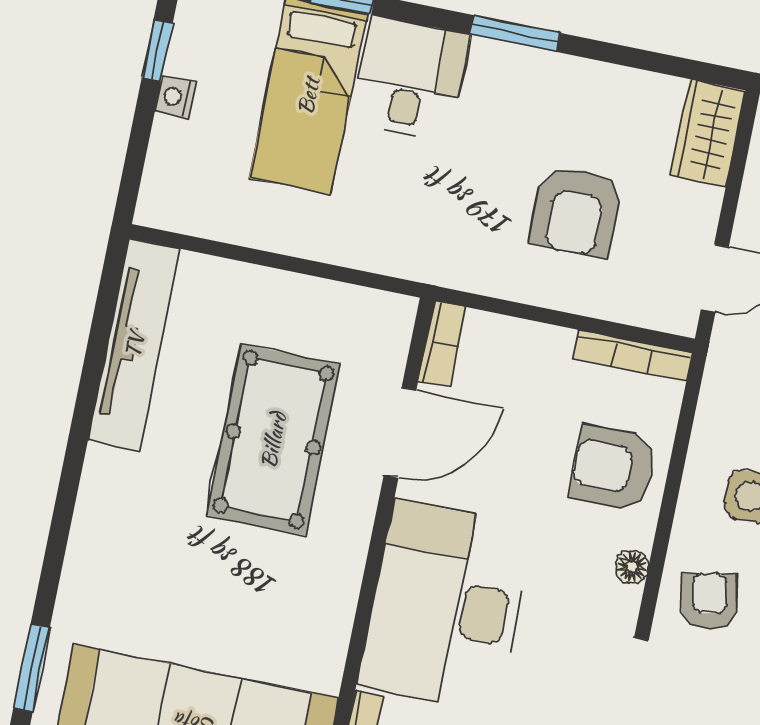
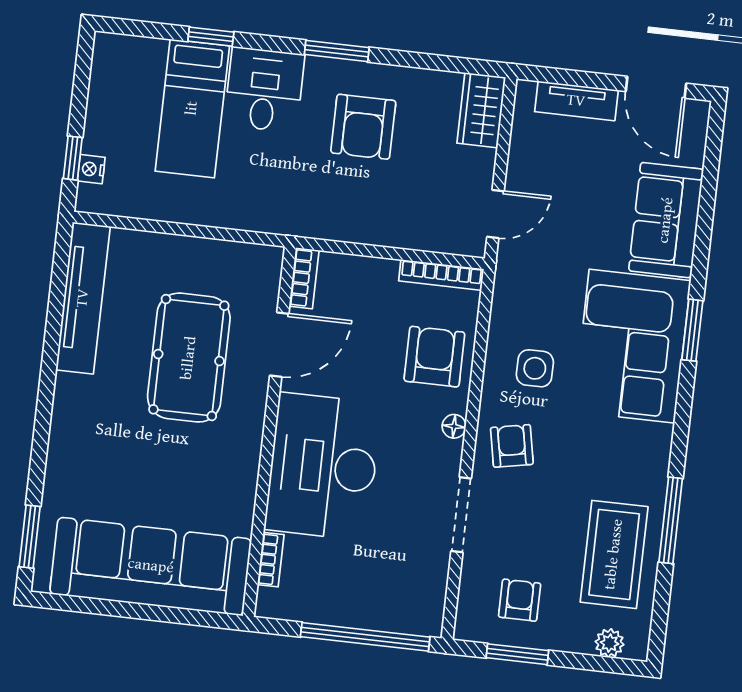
window: (157, 50) -> (73, 158), moved
nightstand: (176, 97) -> (91, 169), moved
armchair: (576, 211) -> (363, 127), moved
armchair: (613, 468) -> (434, 357), turned 90

